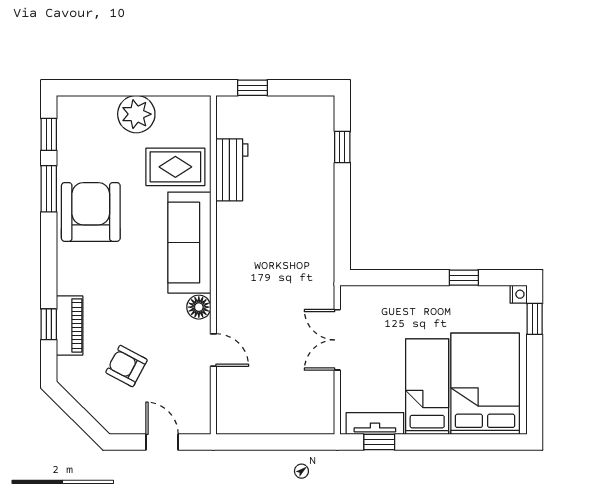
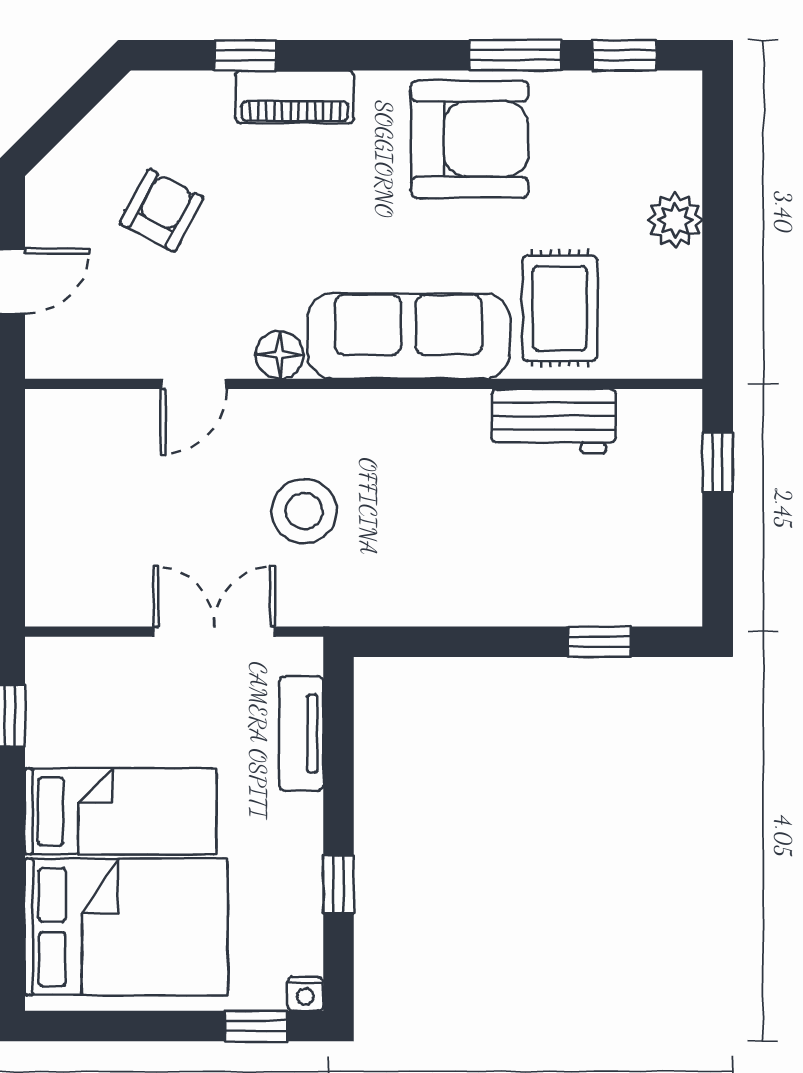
plant: (136, 114) -> (675, 220), width x0.73, depth x0.73
stool: (277, 295) -> (304, 511), added
piano: (70, 325) -> (295, 97), moved
tv unit: (375, 424) -> (301, 734), moved, turned 180

